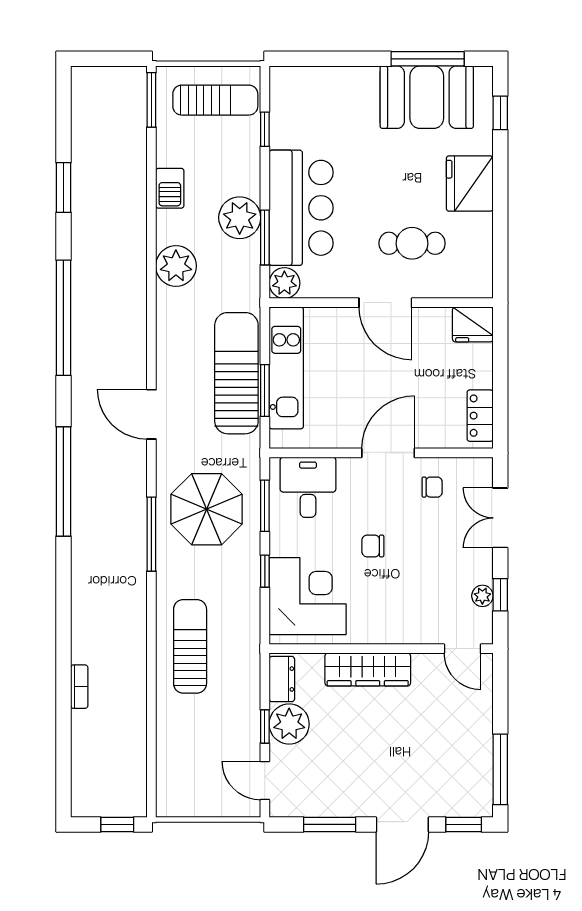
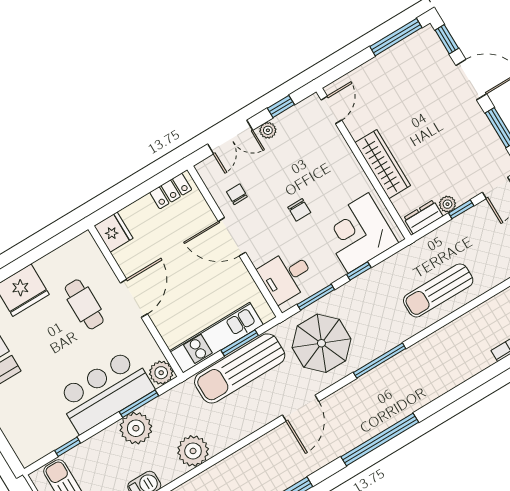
parasol: (207, 509) -> (321, 343), moved
plant: (482, 596) -> (268, 130), moved
plant: (289, 724) -> (447, 204), width x0.53, depth x0.53

